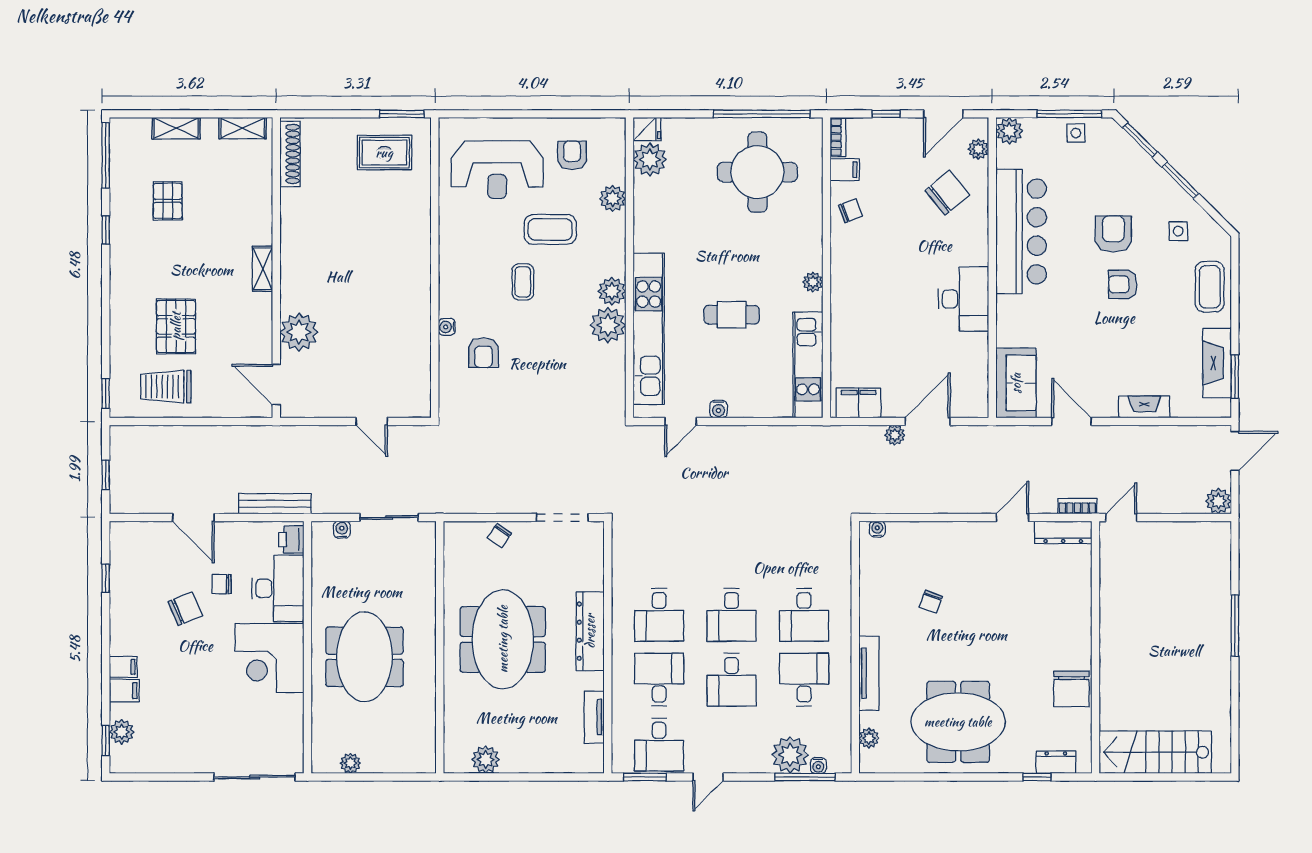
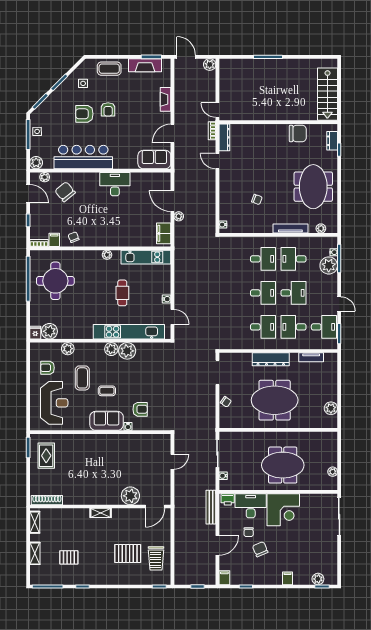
sofa: (459, 281) -> (107, 421), added
filing cabinet: (124, 691) -> (224, 578), moved

